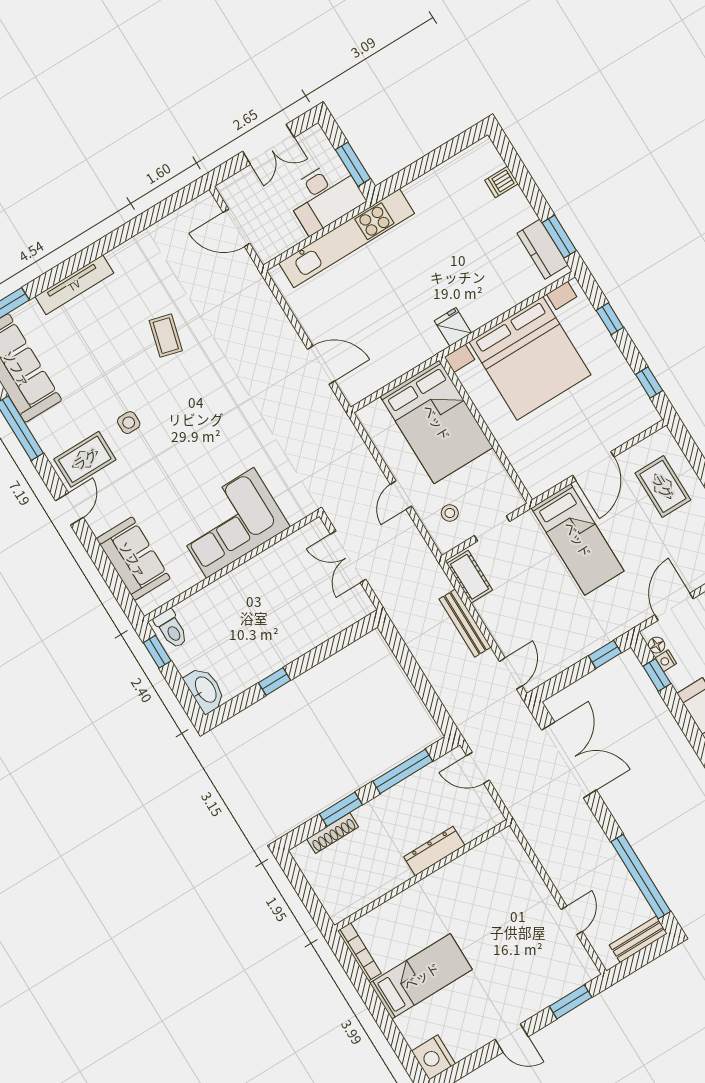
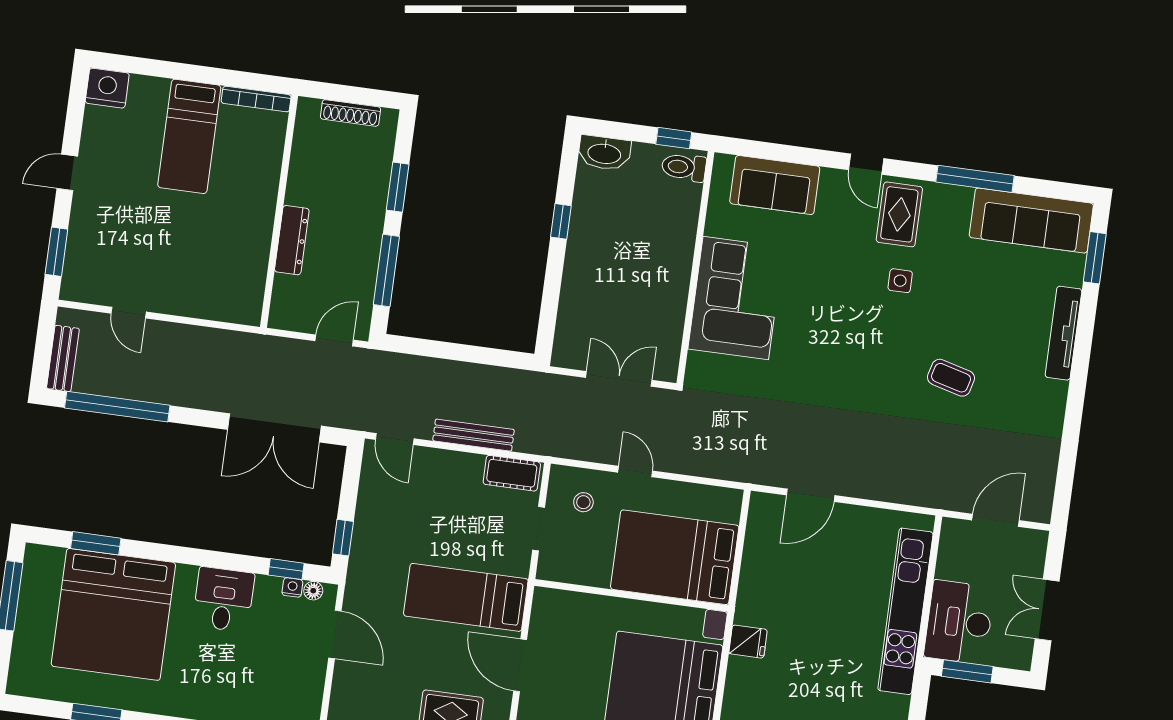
shoe rack: (333, 833) -> (350, 113), moved, turned -90

